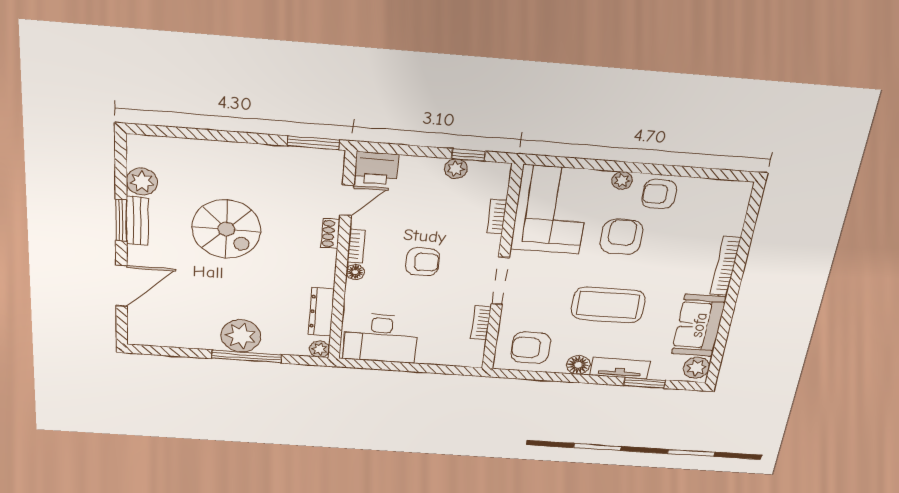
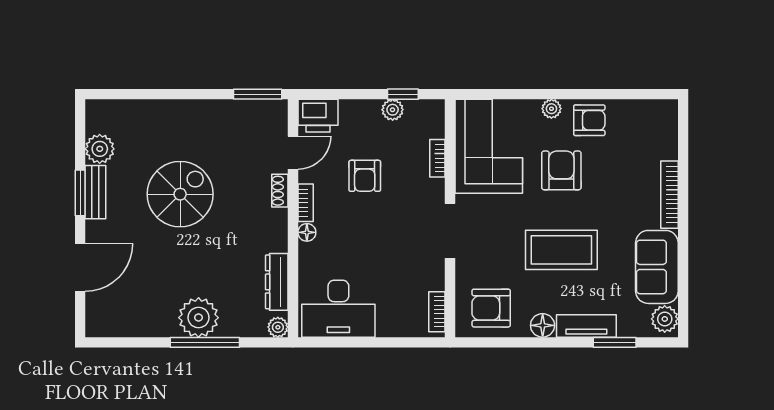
armchair: (659, 194) -> (589, 120), turned 180
spiral stairs: (226, 229) -> (180, 194), turned -90
armchair: (423, 262) -> (365, 176), moved, turned 90
bookcase: (481, 323) -> (437, 312), moved

